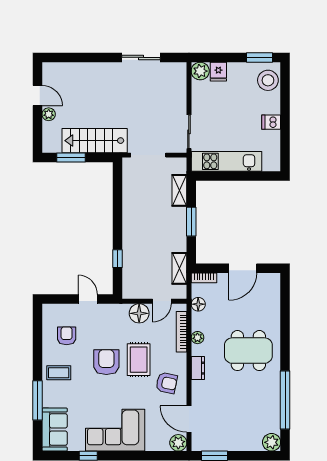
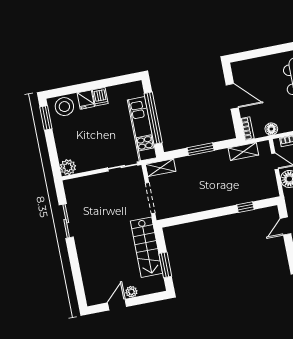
fridge: (218, 72) -> (86, 100), moved, turned 90
window: (236, 176) -> (153, 118), added
shelving: (179, 190) -> (161, 168), moved

